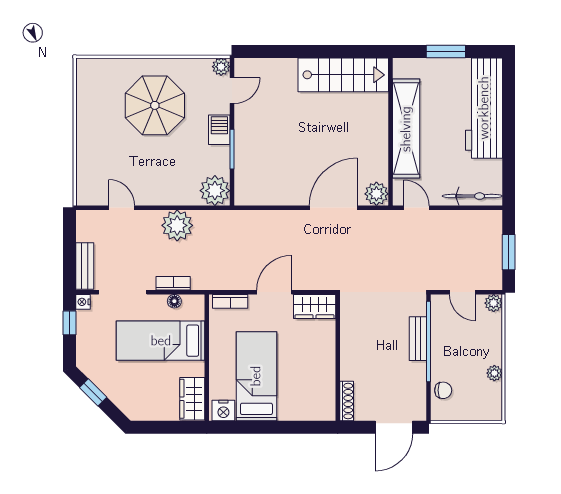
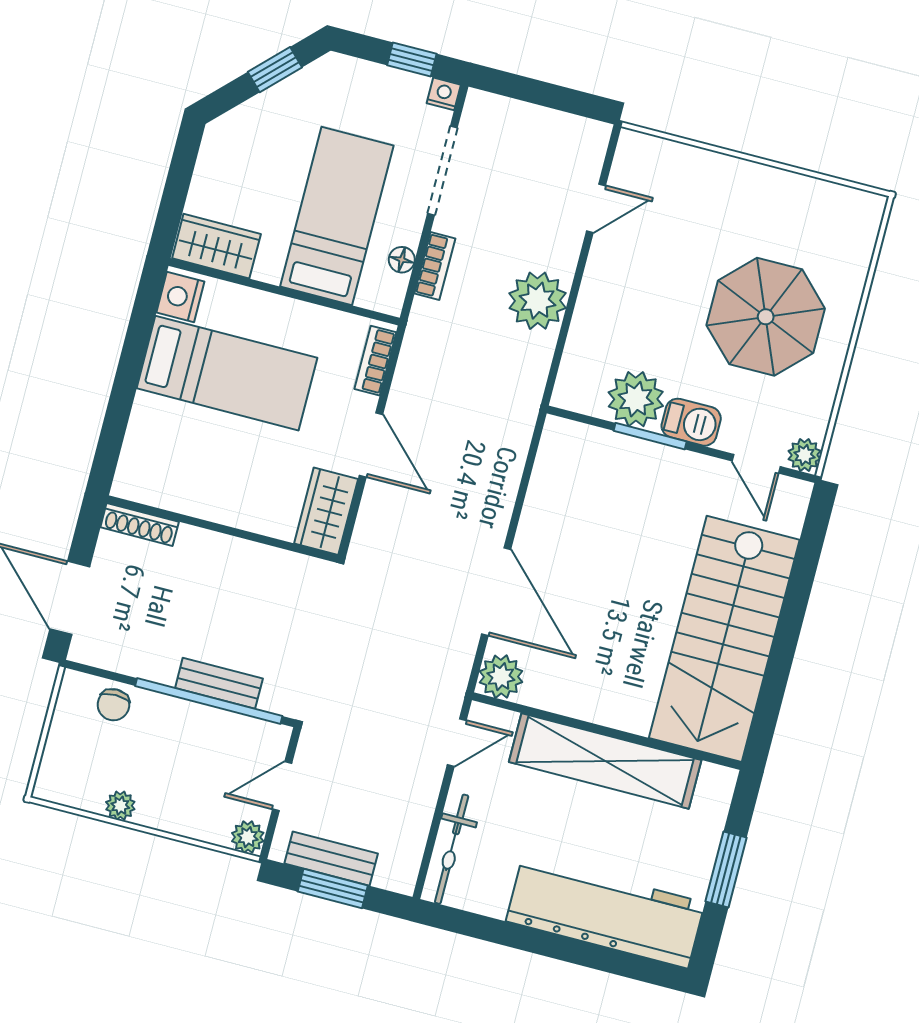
stairs: (343, 75) -> (724, 639), width x1.36, depth x1.51
plant: (215, 191) -> (636, 399), moved
bench: (85, 266) -> (331, 859), moved

